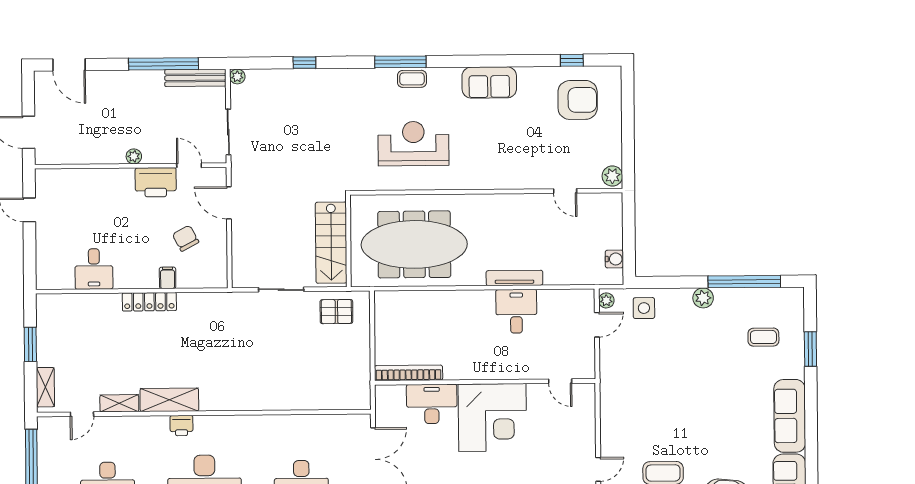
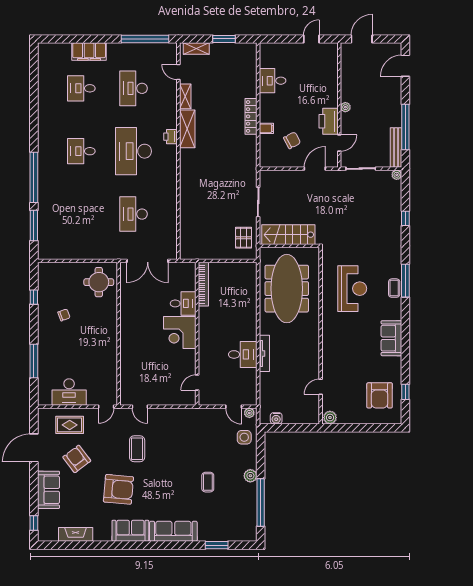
coffee table: (763, 337) -> (208, 482), moved
desk: (432, 404) -> (183, 303), width x0.73
corner desk: (492, 418) -> (180, 332), width x0.74, depth x0.74

